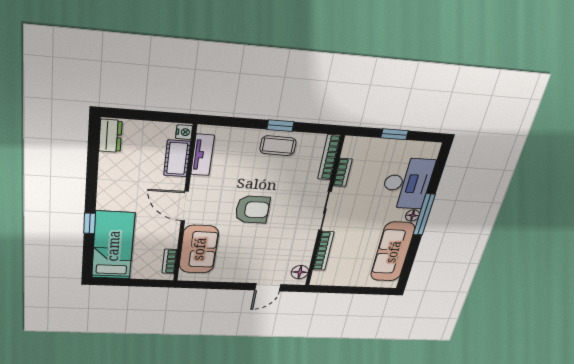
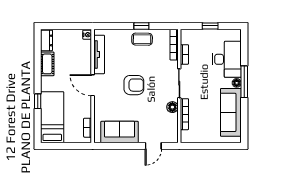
tv unit: (202, 155) -> (99, 54), width x1.41
cot: (177, 158) -> (47, 64), moved
sofa: (199, 249) -> (120, 132), moved, turned -90
floor lamp: (300, 272) -> (172, 107), moved

